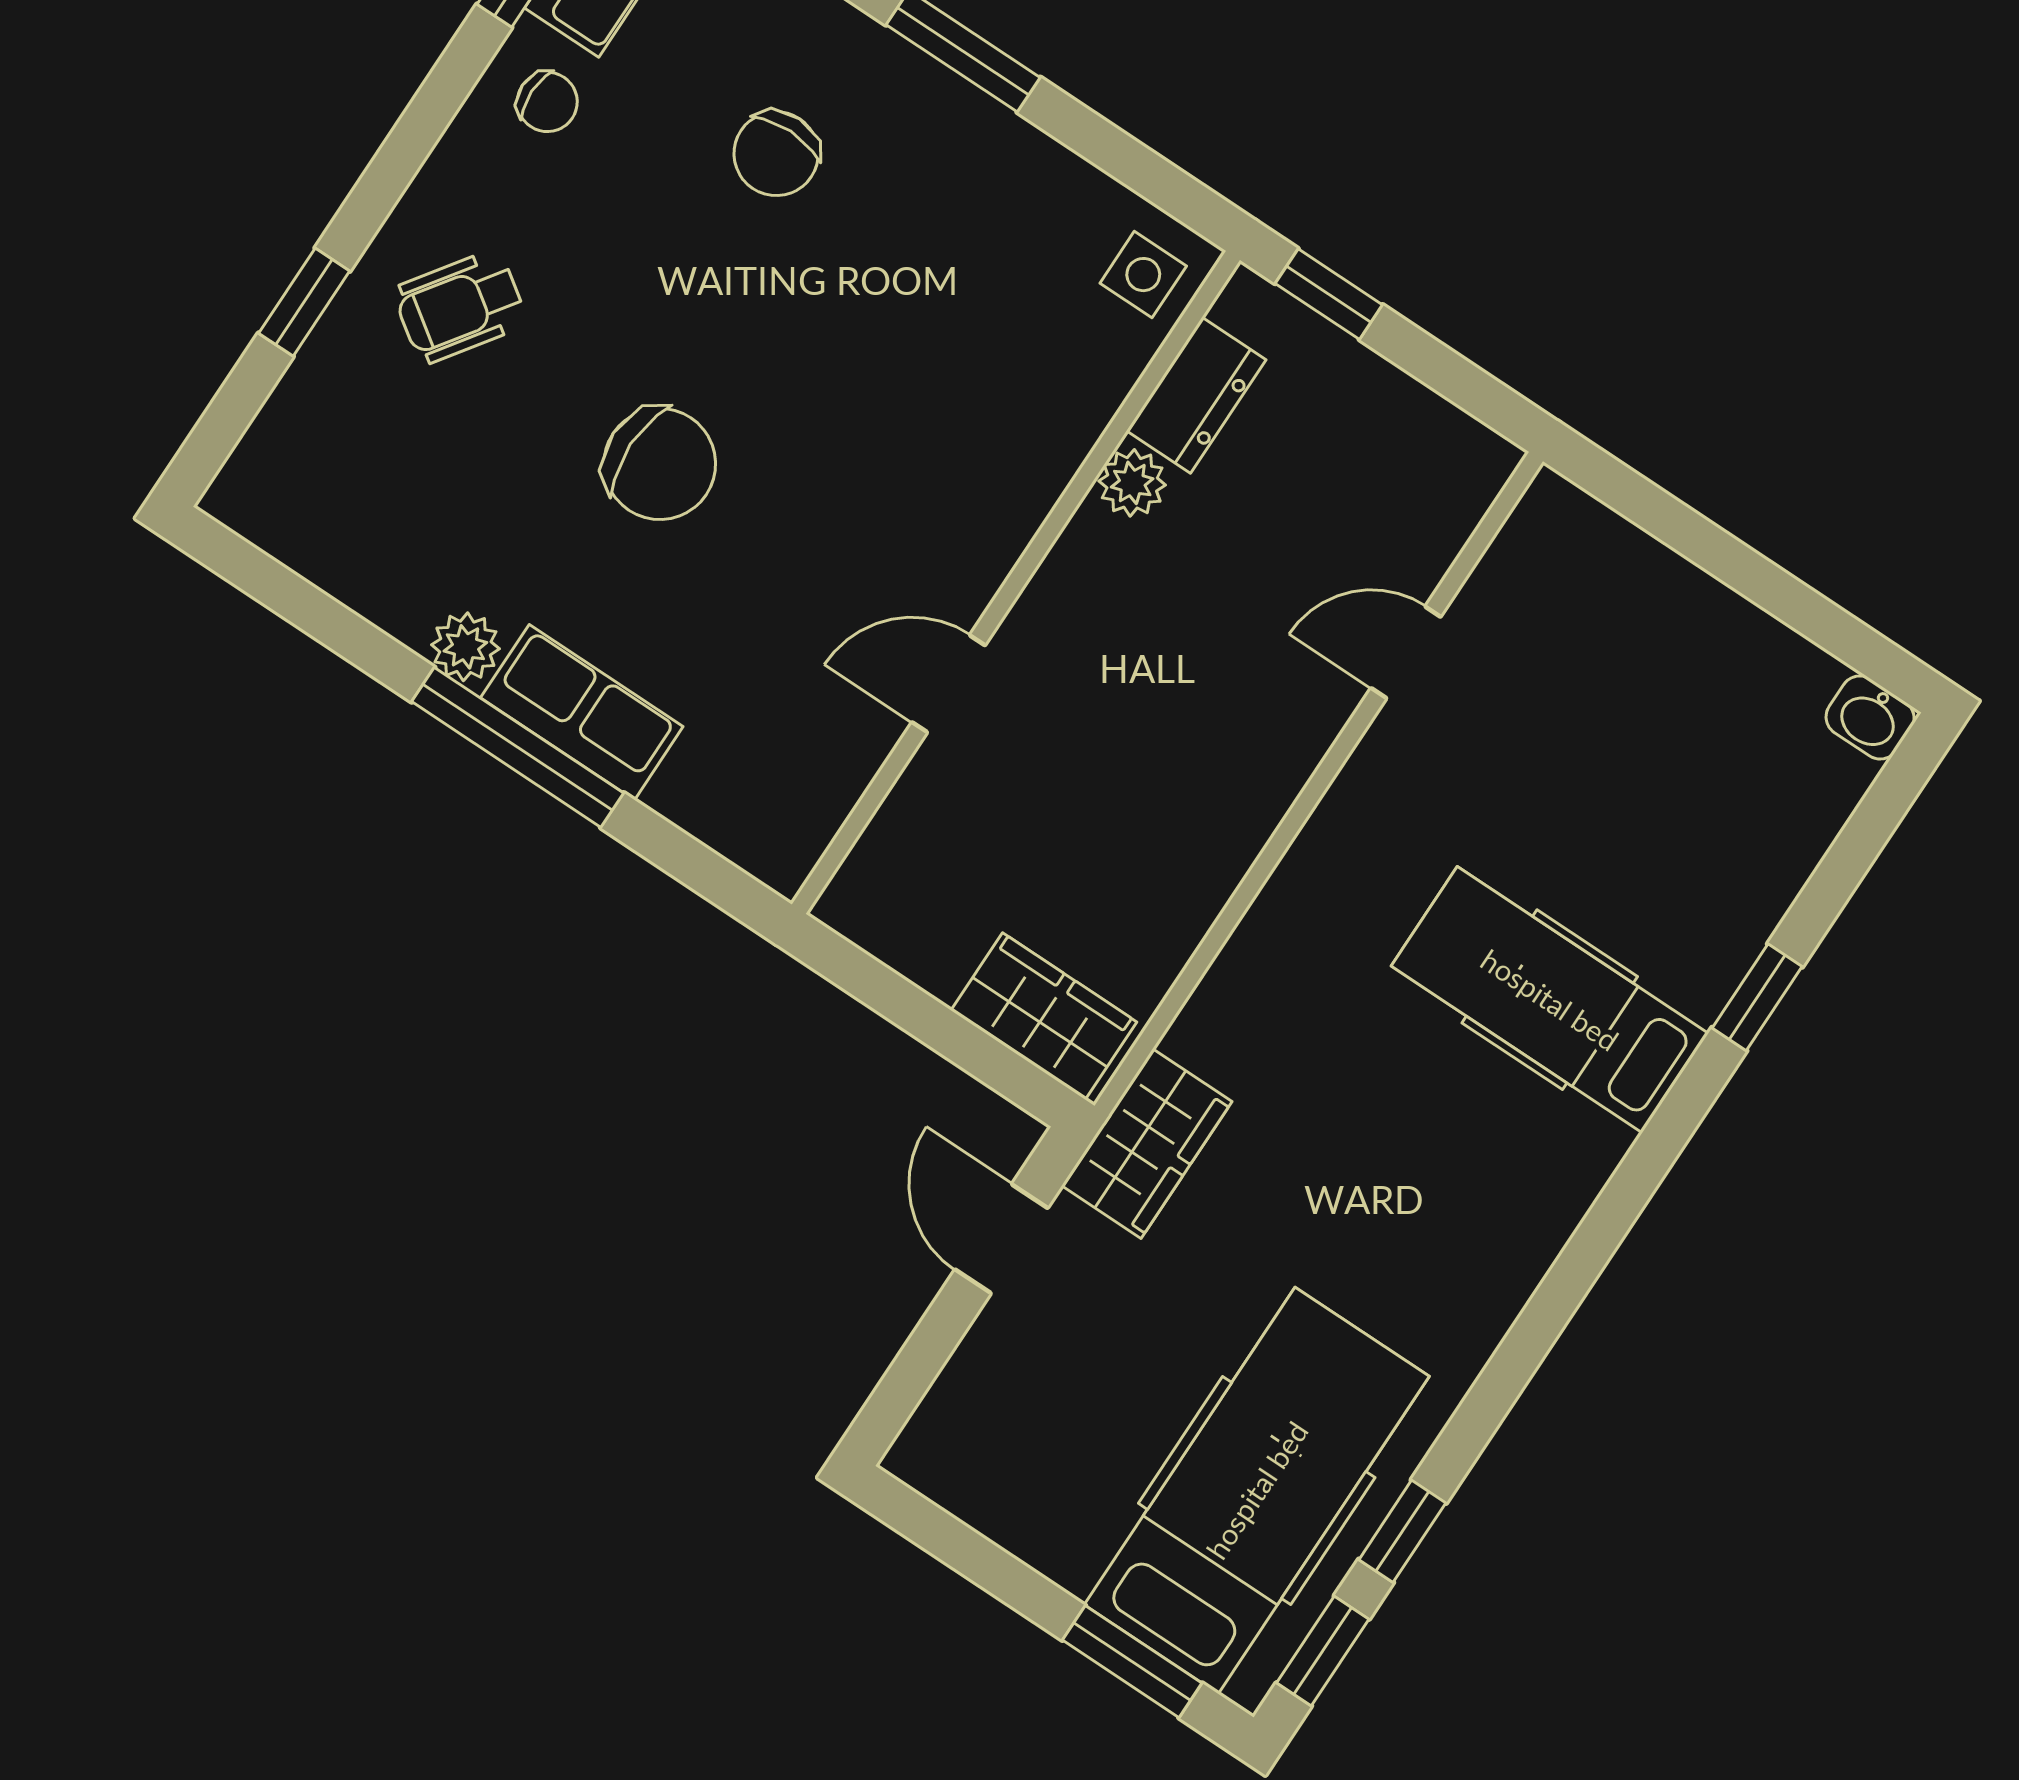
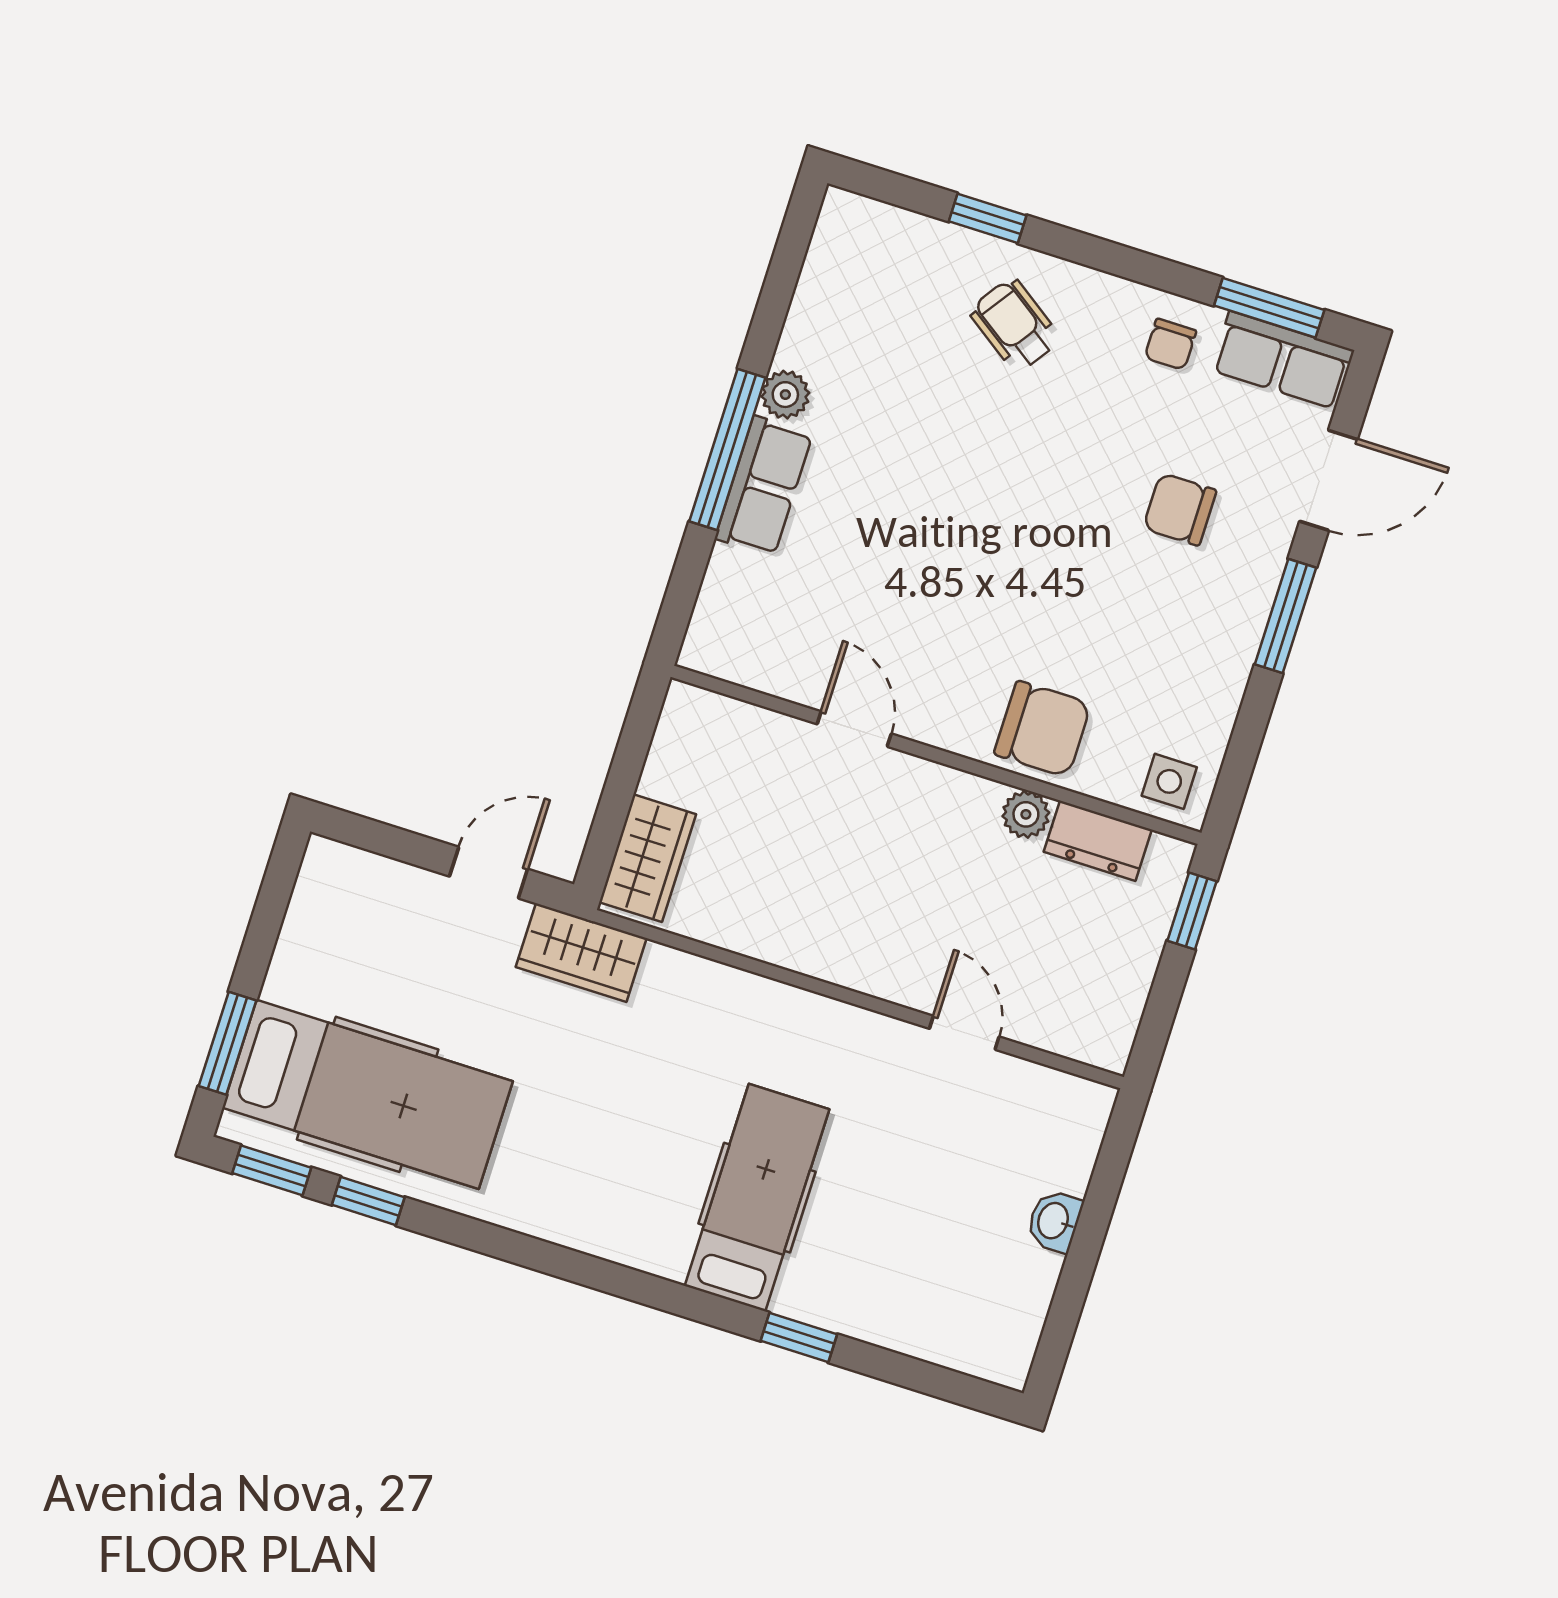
chair: (660, 464) -> (1043, 729), moved, turned -90
washbasin: (1870, 717) -> (1054, 1221), moved

